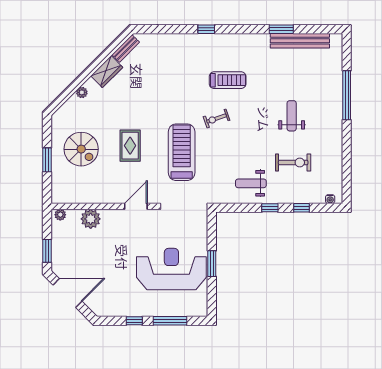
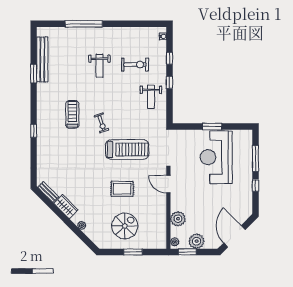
weight bench: (292, 116) -> (99, 66), turned -90
treadmill: (182, 152) -> (127, 149), turned 180
exercise bike: (293, 162) -> (135, 65), turned 90
plant: (61, 243) -> (197, 241), added
window: (47, 251) -> (187, 252), moved

